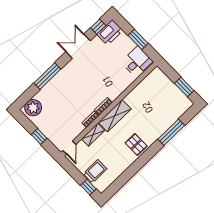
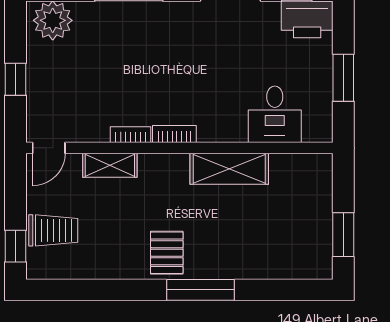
desk: (137, 62) -> (275, 114), moved, turned 90
shelving: (115, 116) -> (229, 169), moved
window: (171, 132) -> (201, 290), moved

